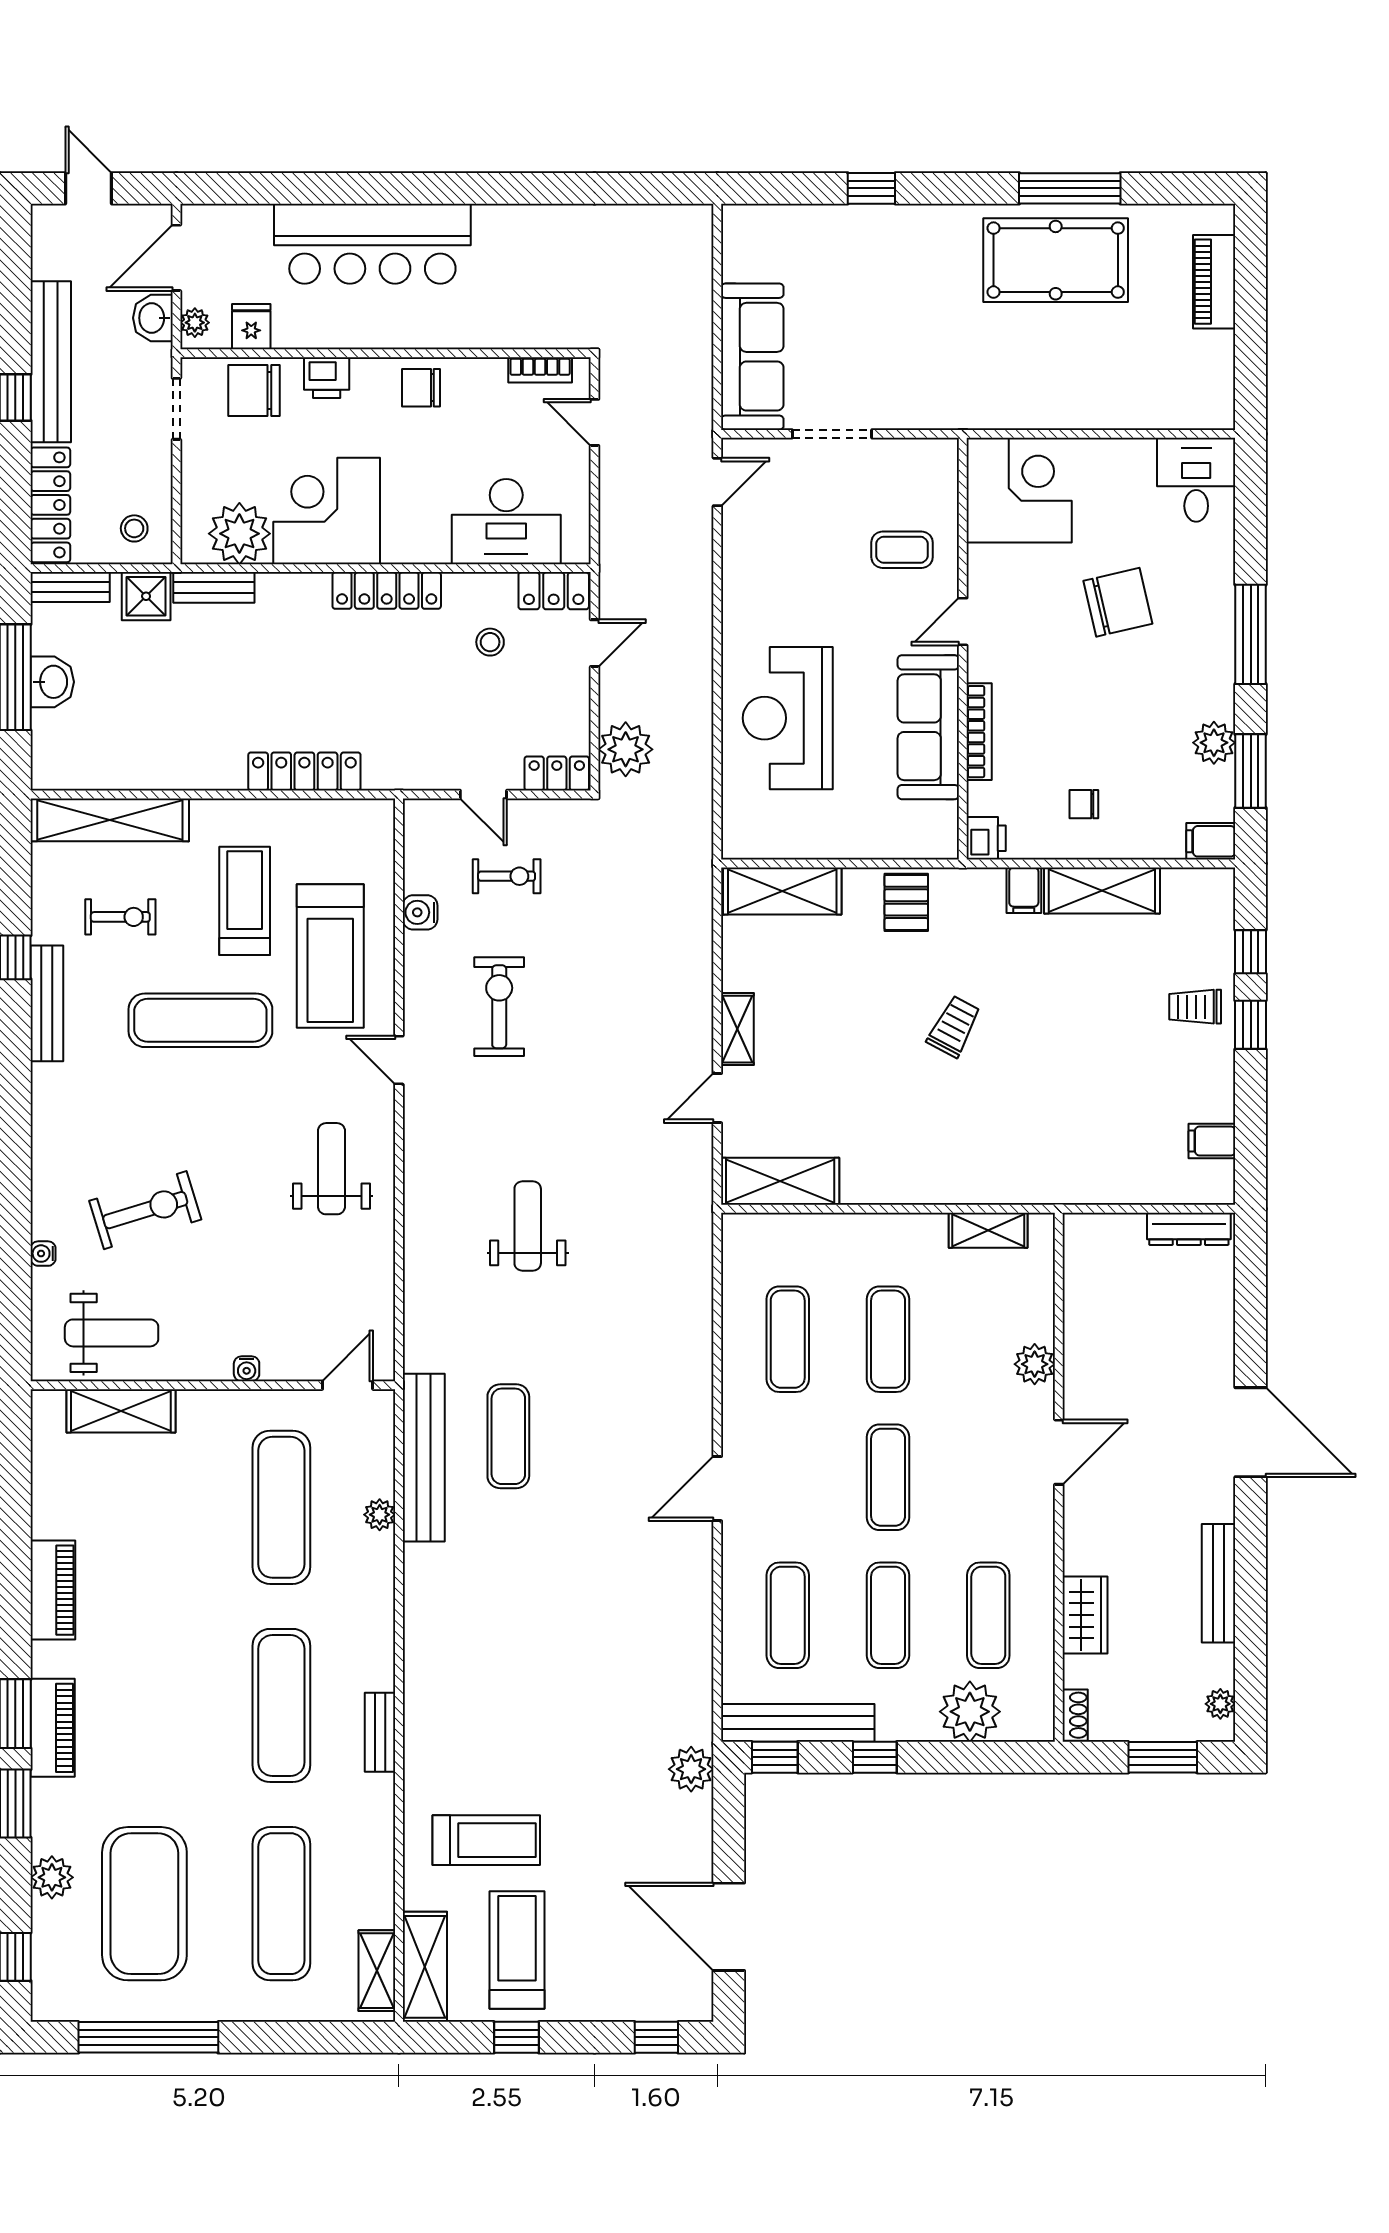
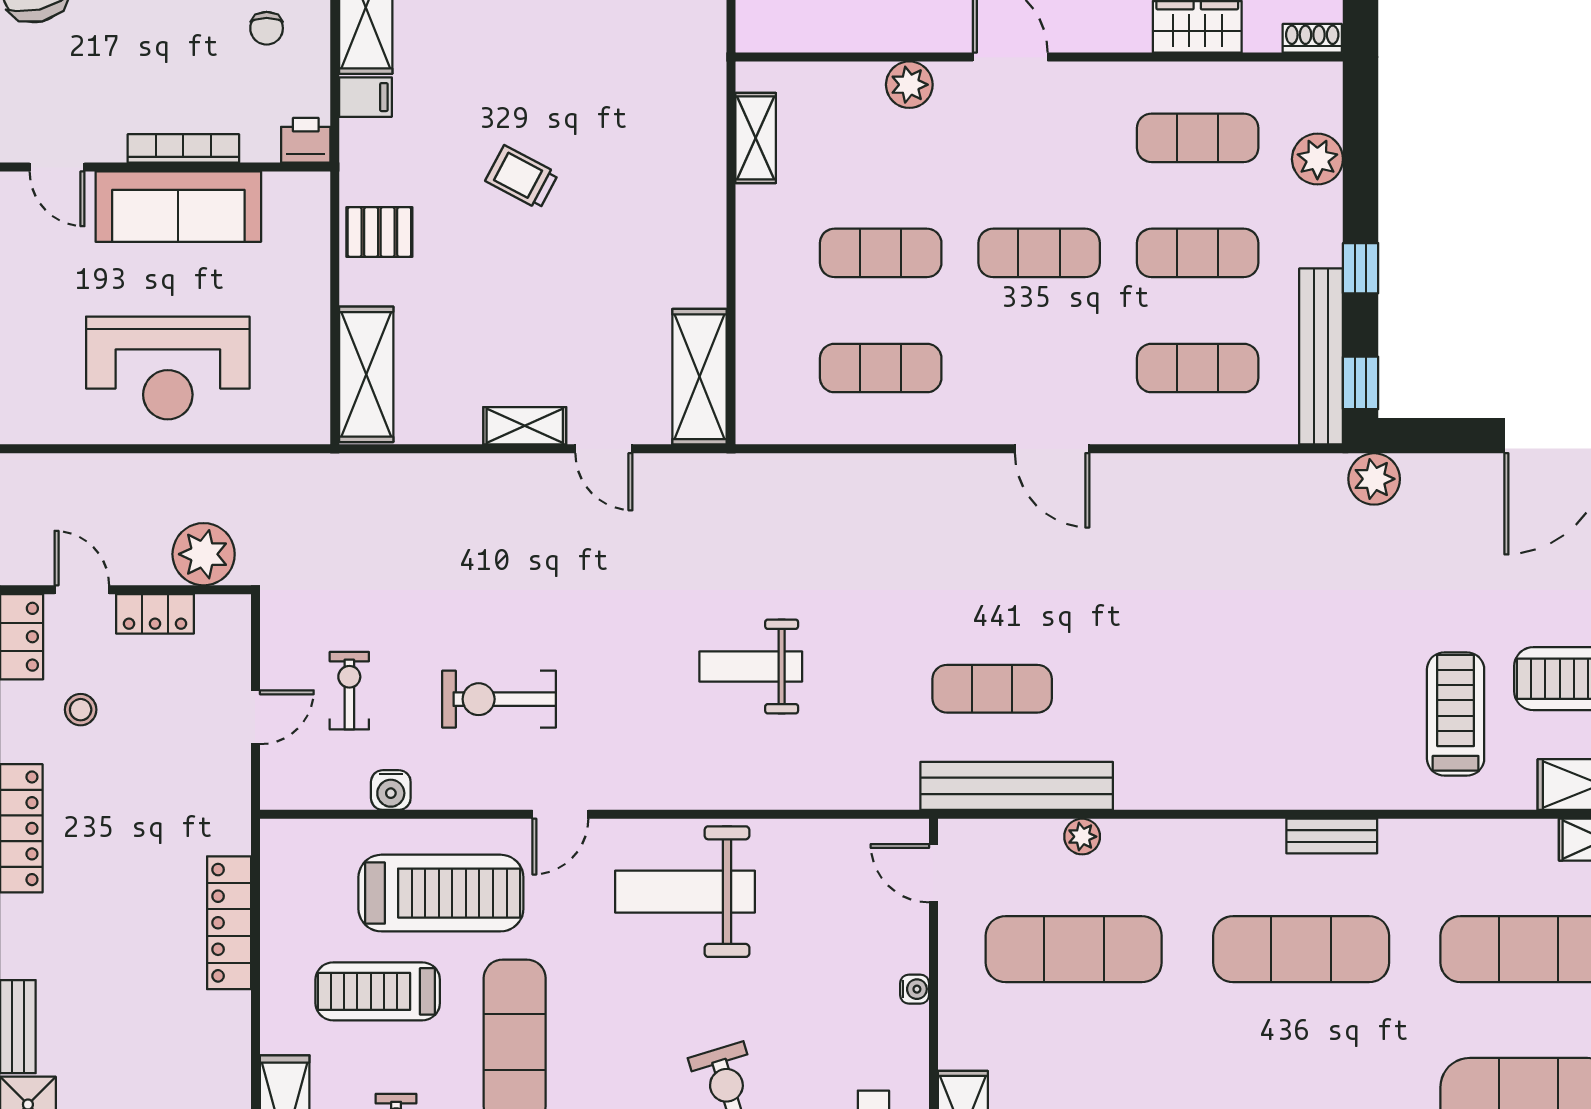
locker: (557, 773) -> (155, 614), moved, turned -90
weight bench: (331, 1169) -> (685, 892), width x1.36, depth x1.33
plant: (970, 1712) -> (1317, 159), width x0.73, depth x0.73

